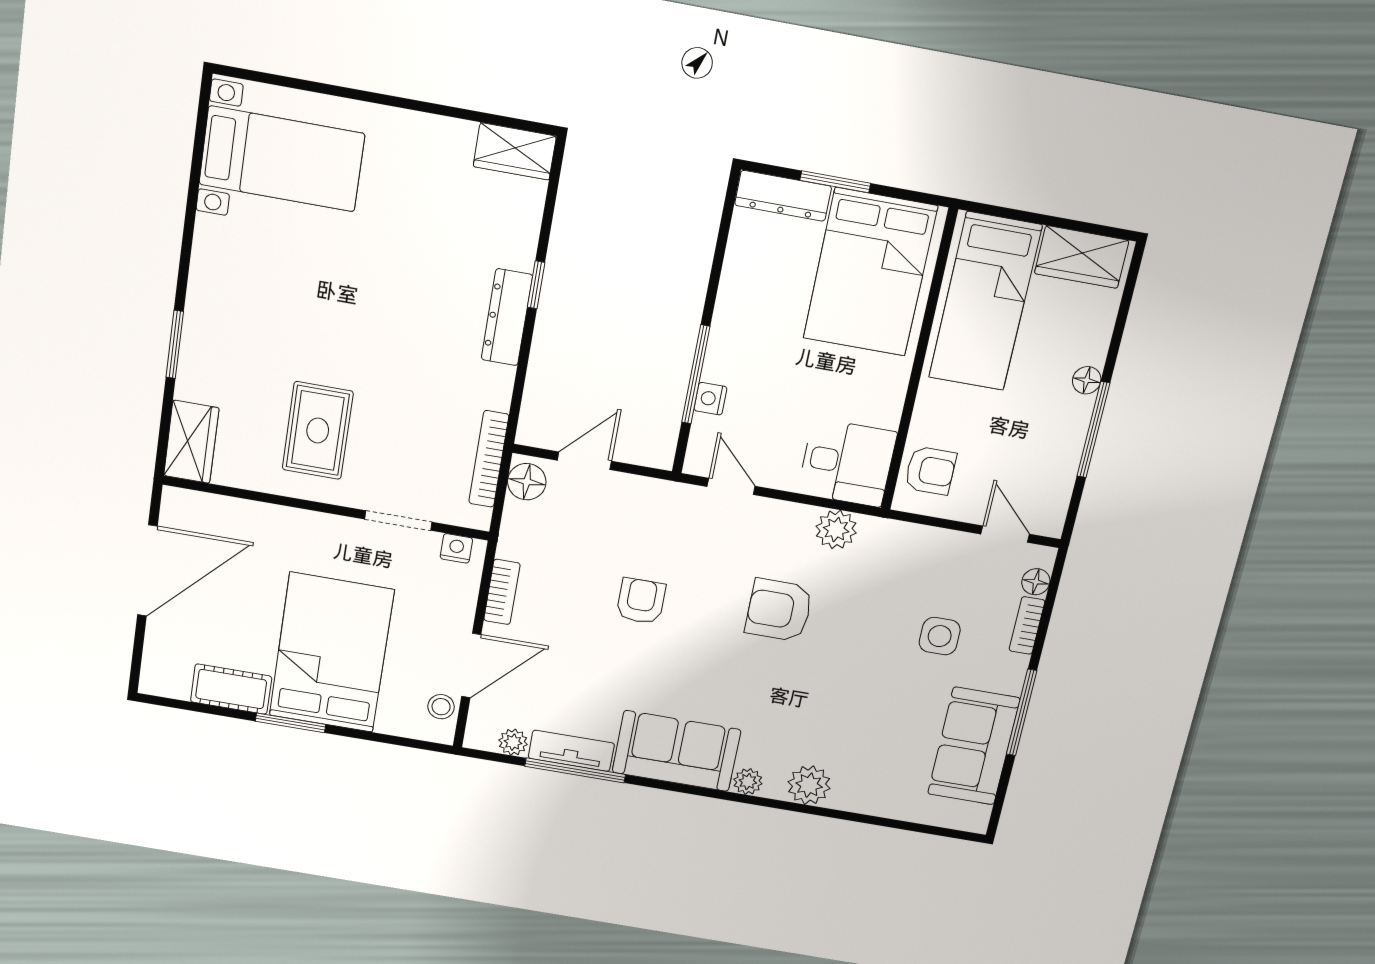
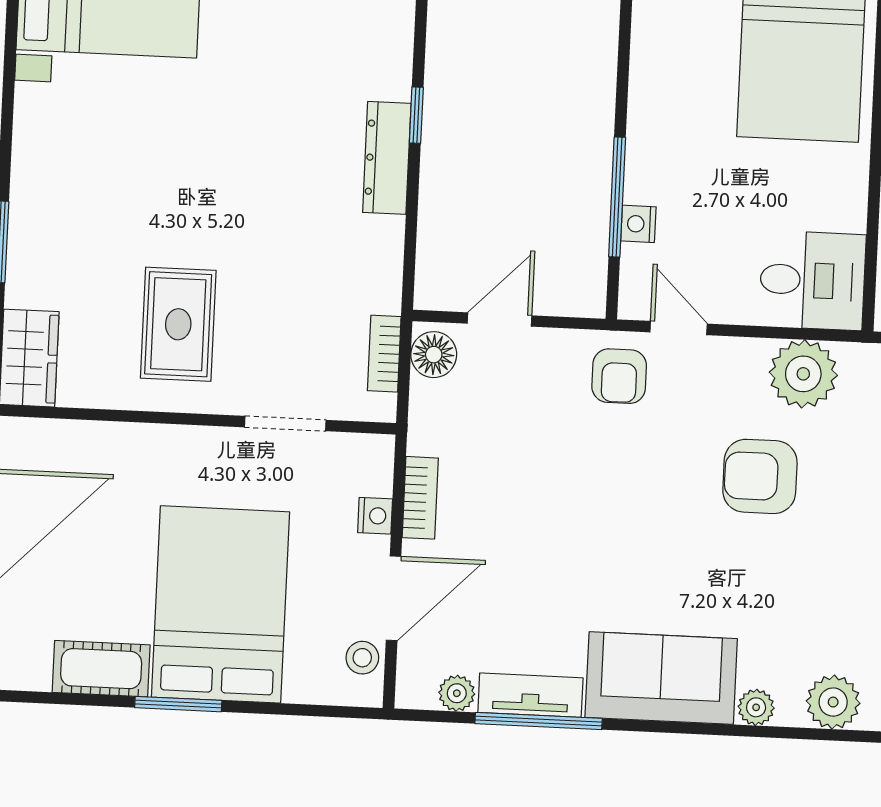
bookcase: (489, 459) -> (384, 354), width x0.64
plant: (836, 530) -> (803, 374), width x1.36, depth x1.36
nightstand: (456, 548) -> (375, 516), moved, turned 90
armchair: (641, 601) -> (619, 376), moved, turned 180

